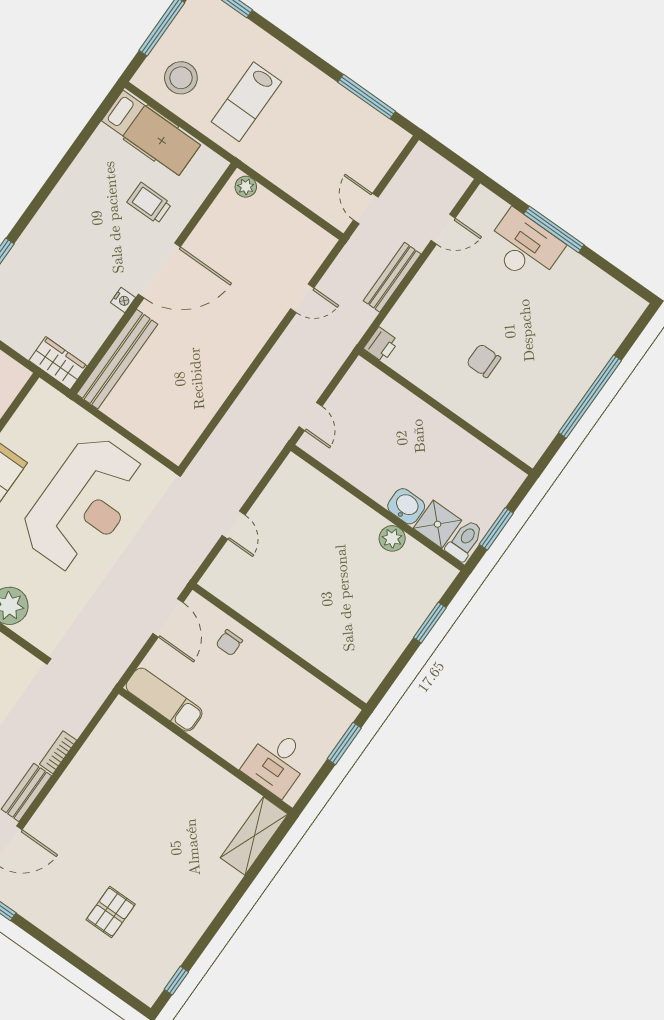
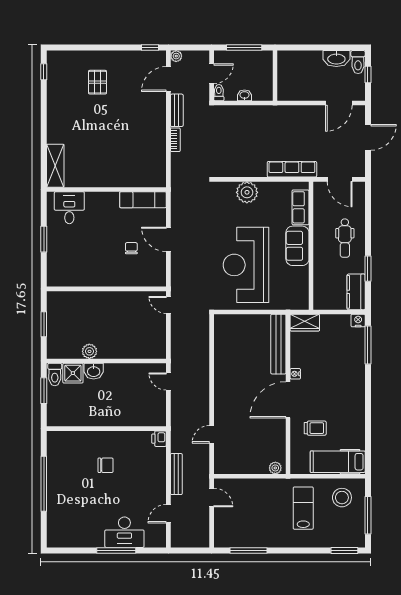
wall: (279, 647) -> (106, 289), moved

